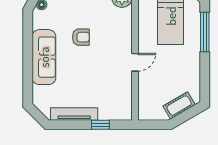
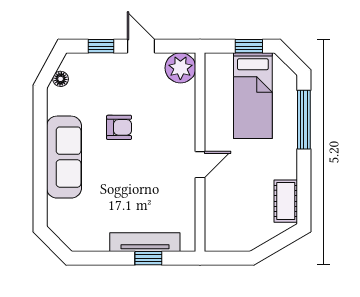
cot: (179, 105) -> (286, 201), moved, turned -60
tv unit: (74, 114) -> (145, 242), moved

